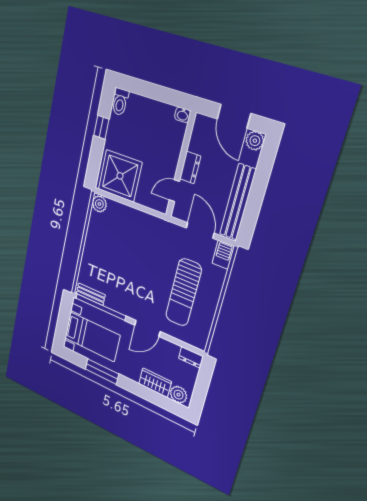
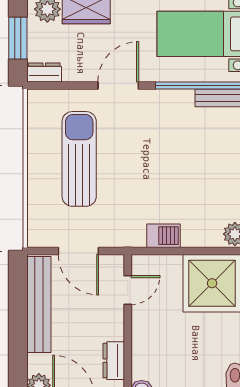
dresser: (190, 168) -> (114, 361), moved
barbecue: (223, 255) -> (163, 236), moved, turned -90
window: (202, 386) -> (18, 38), added

